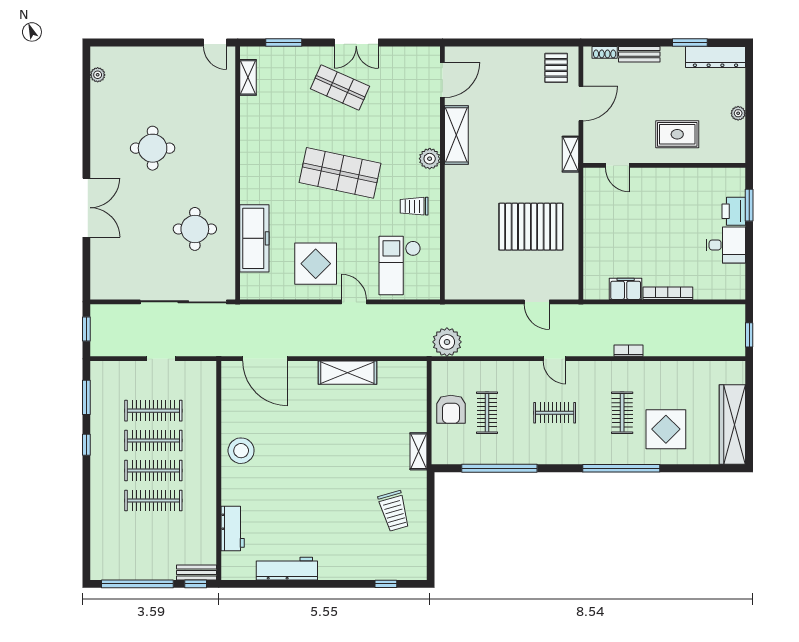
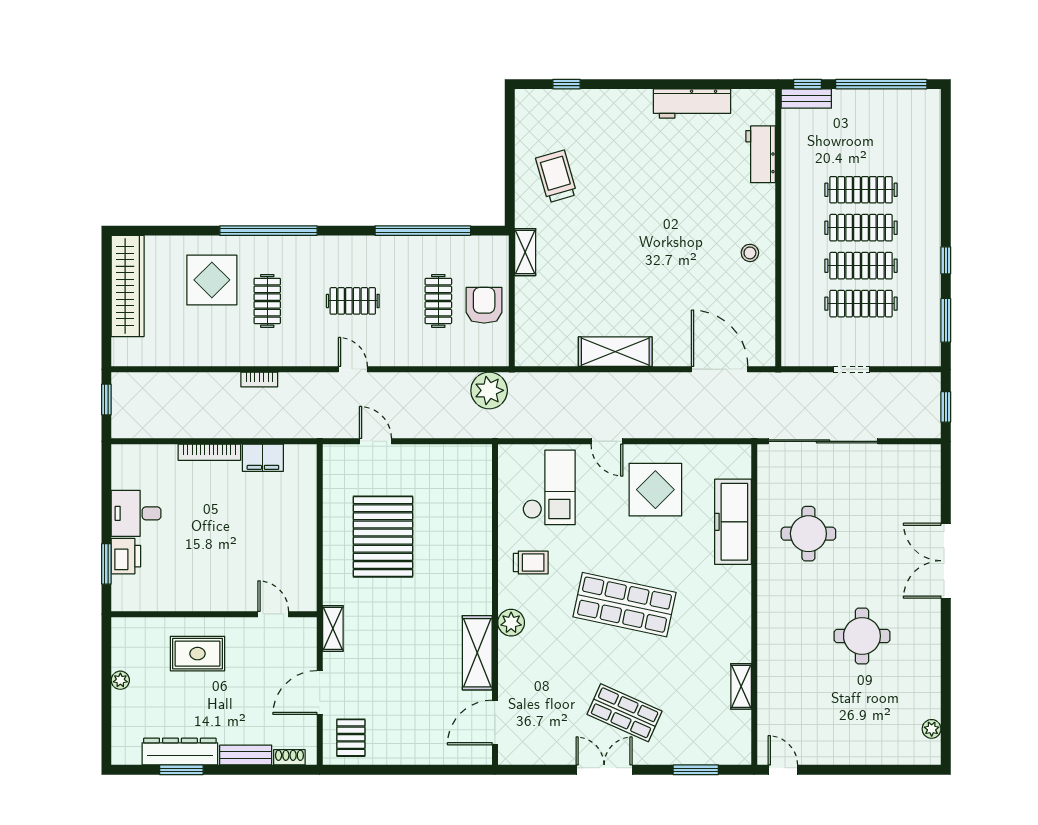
dresser: (715, 57) -> (180, 752), moved
shelving: (248, 77) -> (741, 686), moved
pallet: (531, 227) -> (383, 537), turned 90
stool: (241, 451) -> (750, 253), width x0.53, depth x0.53

